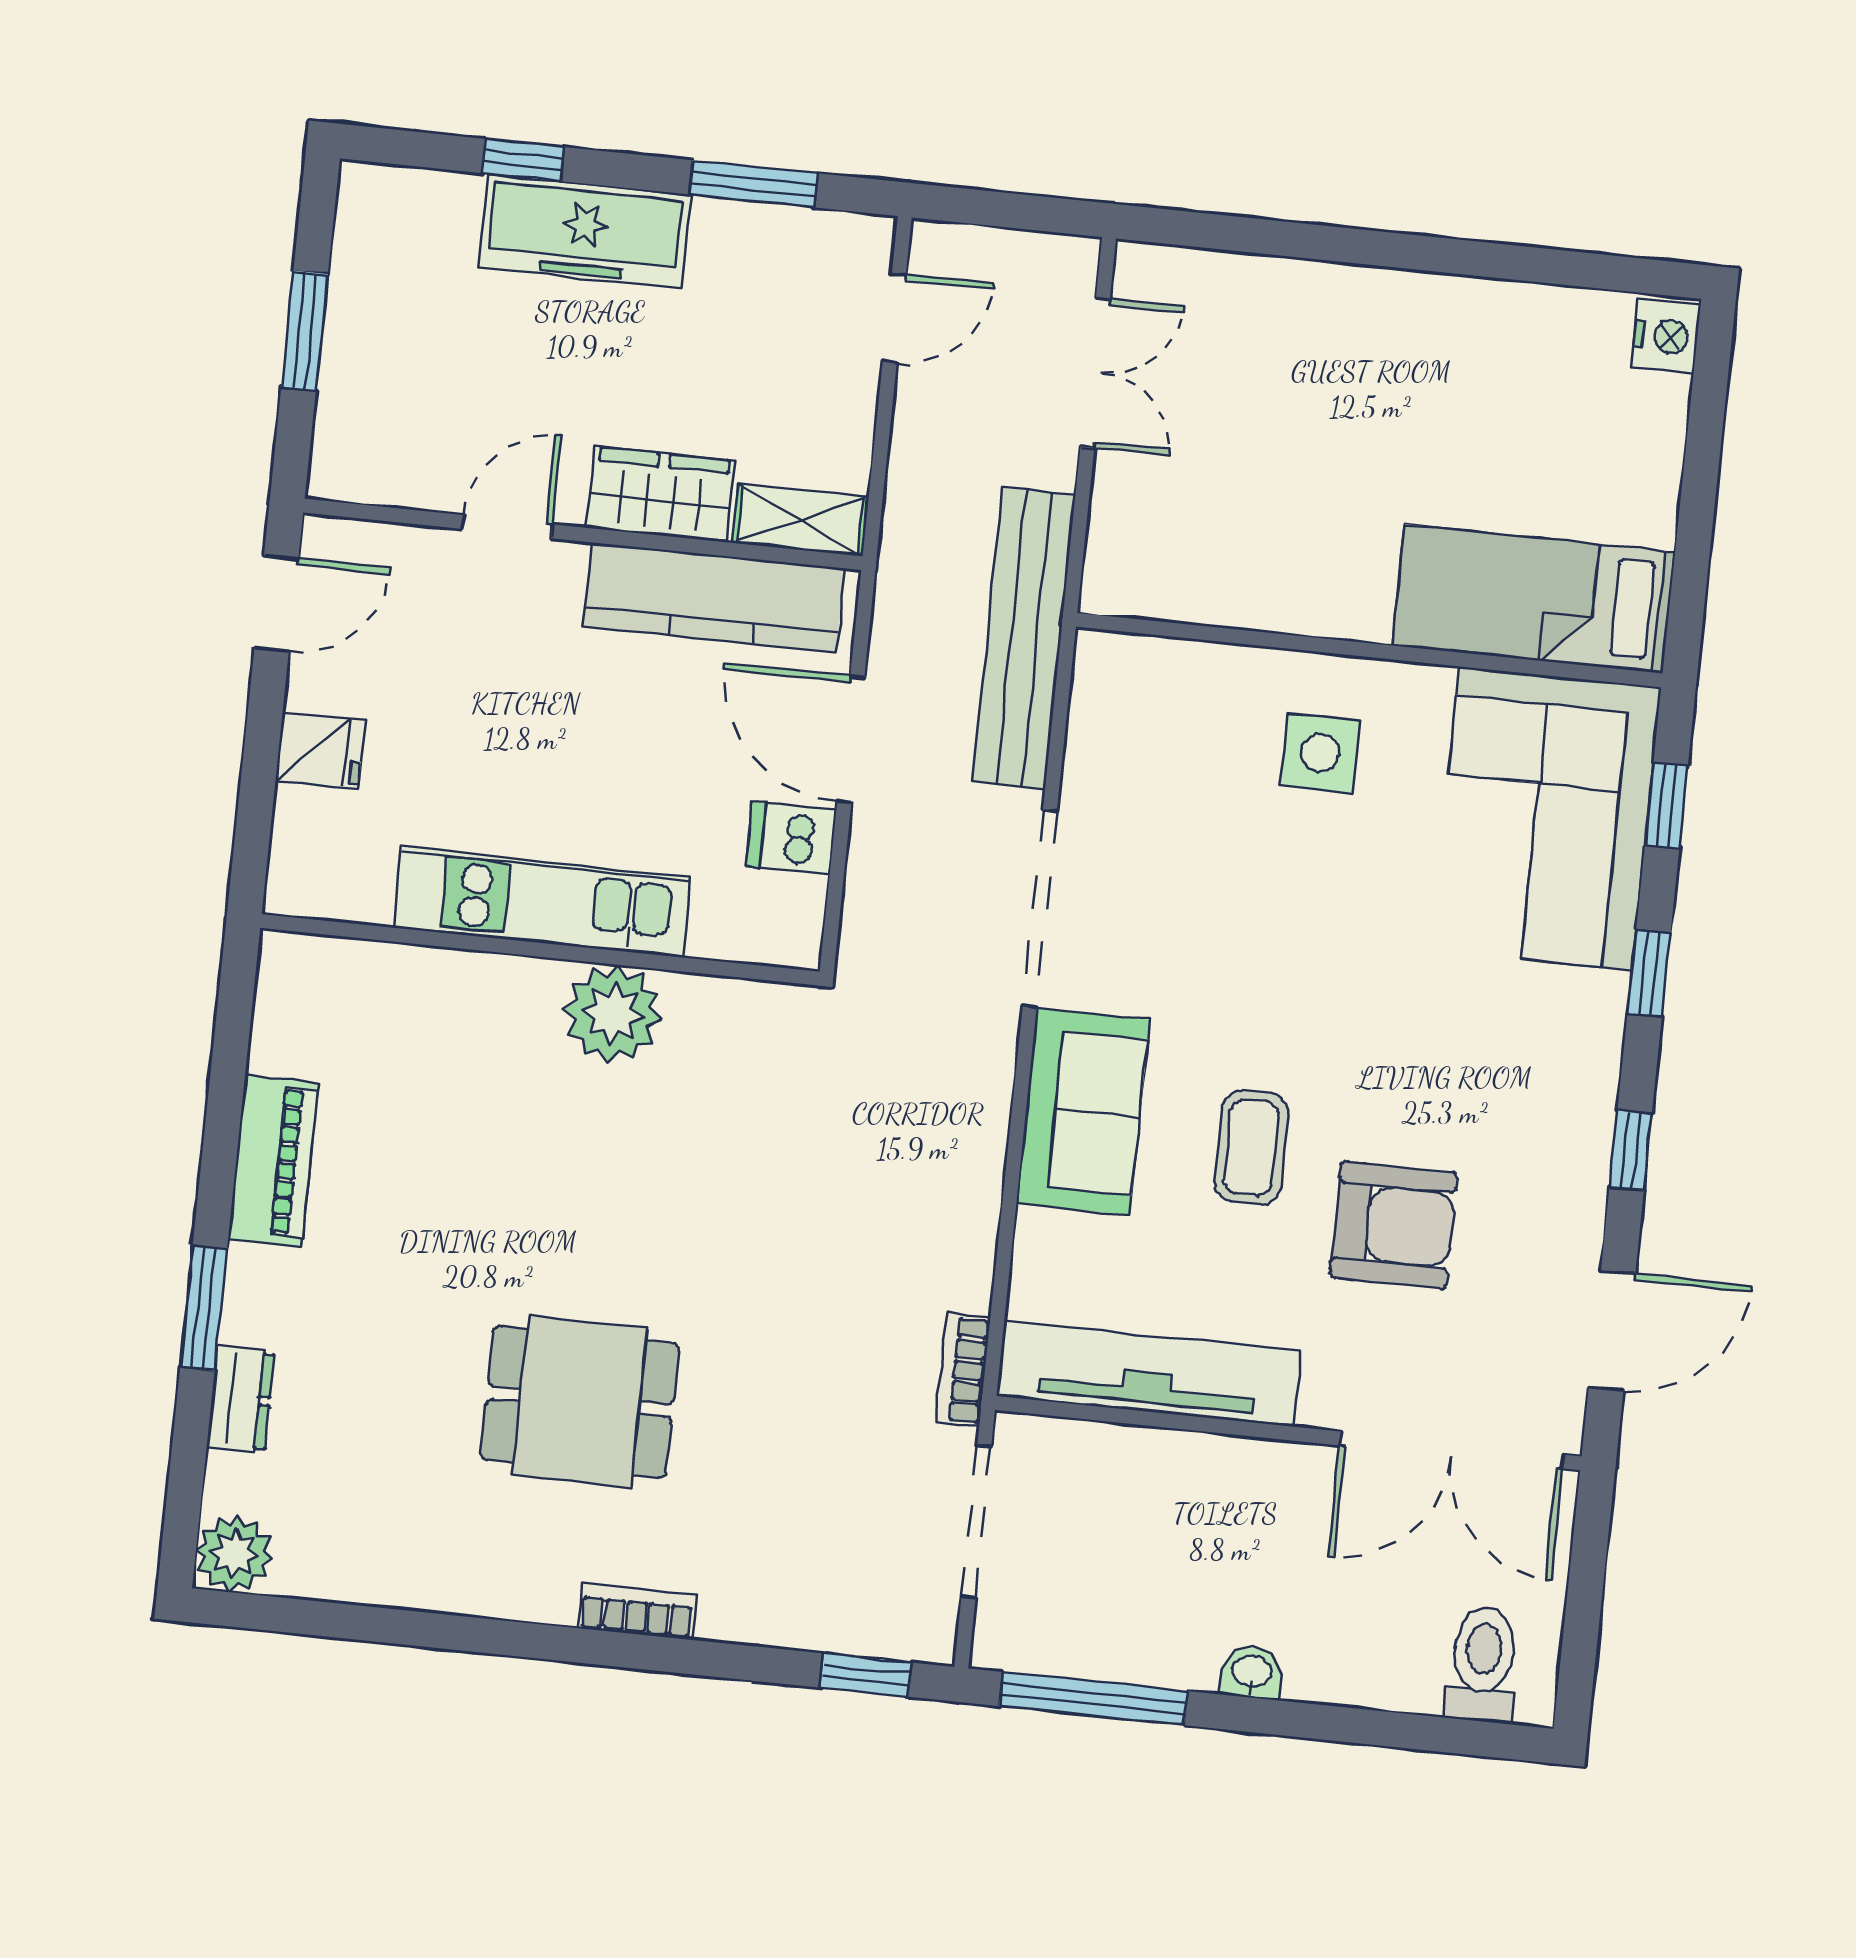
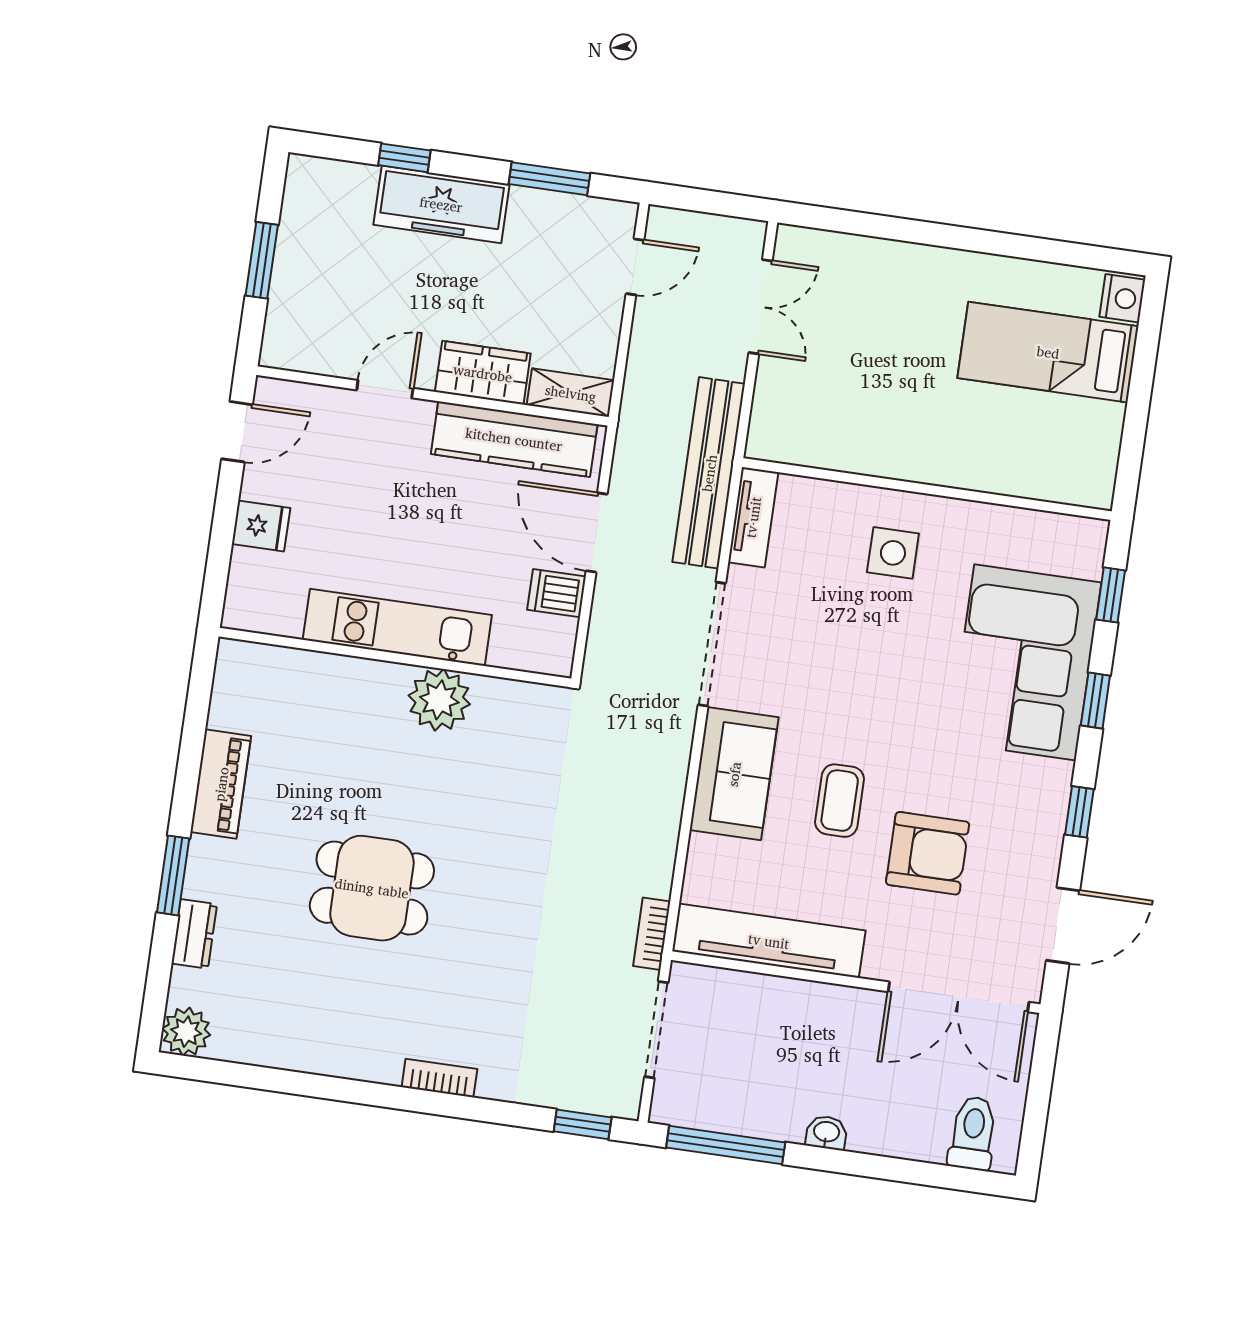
bed: (1534, 599) -> (1048, 352), moved
tv unit: (1097, 705) -> (753, 517), added
corner sofa: (1546, 818) -> (1025, 662), moved
dining table: (580, 1402) -> (372, 888), moved

